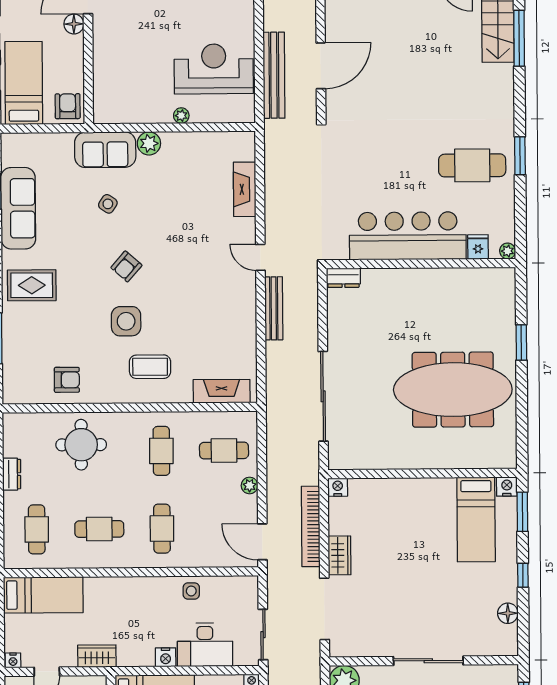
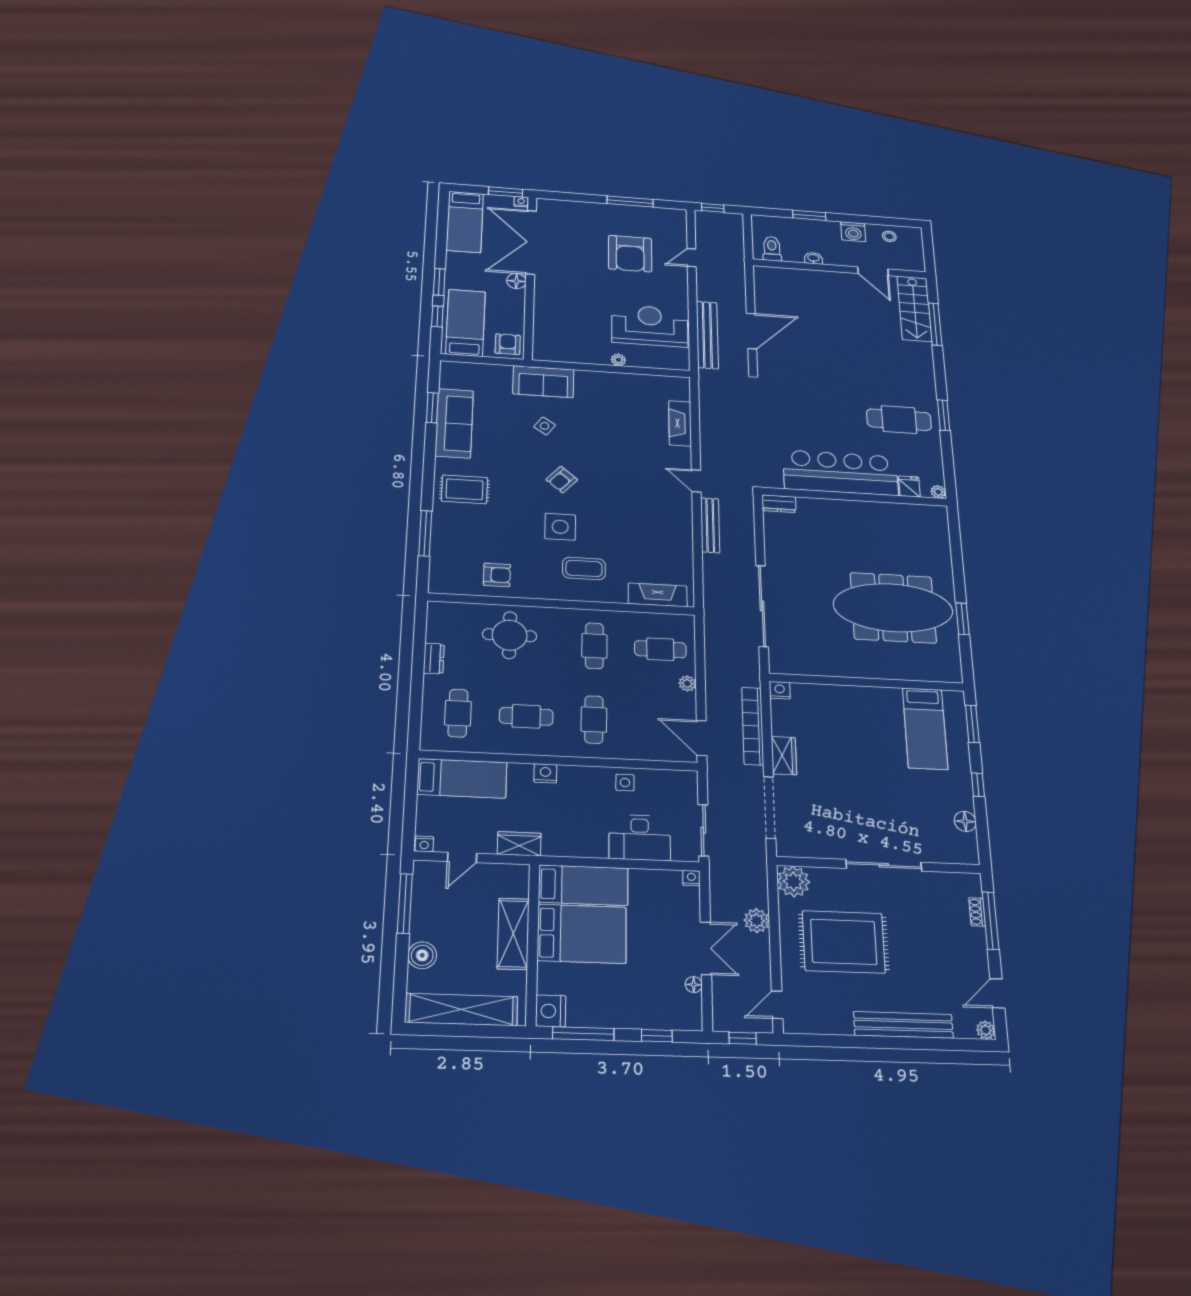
plant: (149, 143) -> (586, 380), removed
window: (521, 342) -> (963, 619), moved
nightstand: (507, 487) -> (954, 699), removed
nightstand: (166, 657) -> (545, 773), moved, turned 180

